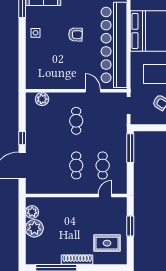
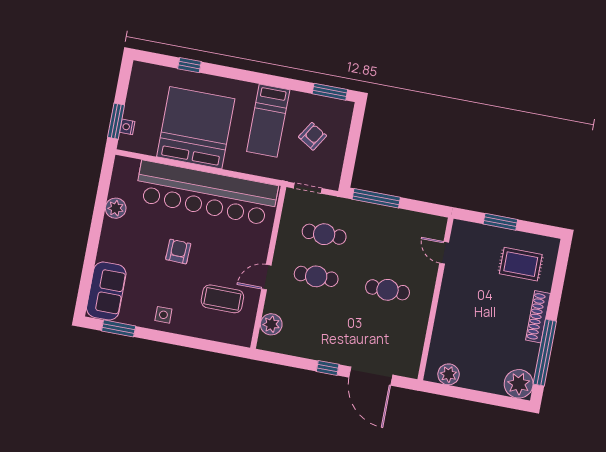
coffee table: (52, 67) -> (222, 299), added
door: (93, 91) -> (266, 277), moved
cafe table: (103, 165) -> (324, 234), moved
plant: (34, 228) -> (519, 384), moved
rug: (107, 243) -> (521, 264), turned 90

